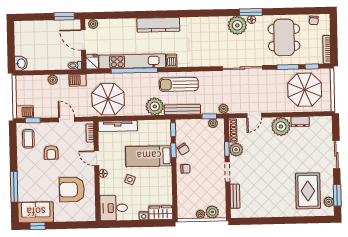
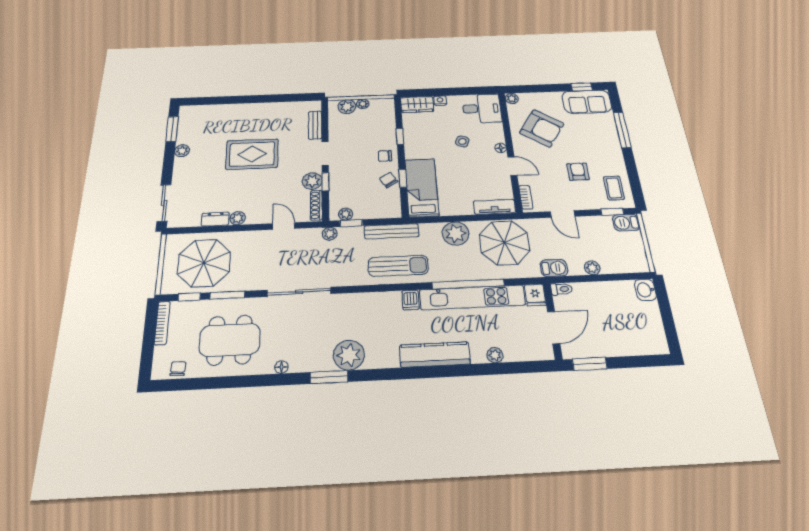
window: (251, 12) -> (329, 377), moved
plant: (93, 24) -> (495, 355), moved
plant: (237, 25) -> (349, 355), moved
dining table: (284, 37) -> (230, 340), turned 90
door: (83, 40) -> (554, 328), hinge flipped
plant: (155, 106) -> (456, 234), moved
door: (254, 115) -> (284, 226), hinge flipped
tv unit: (118, 126) -> (494, 207), width x0.71
plant: (281, 126) -> (238, 218), width x0.53, depth x0.53
window: (173, 130) -> (400, 136), moved
sliding door: (336, 154) -> (164, 203), moved
bed: (149, 156) -> (422, 188), moved, turned -90
armchair: (72, 190) -> (542, 128), turned 34
rug: (308, 191) -> (252, 154), moved, turned 90
plant: (329, 202) -> (182, 151), moved
plant: (91, 216) -> (512, 98), added

